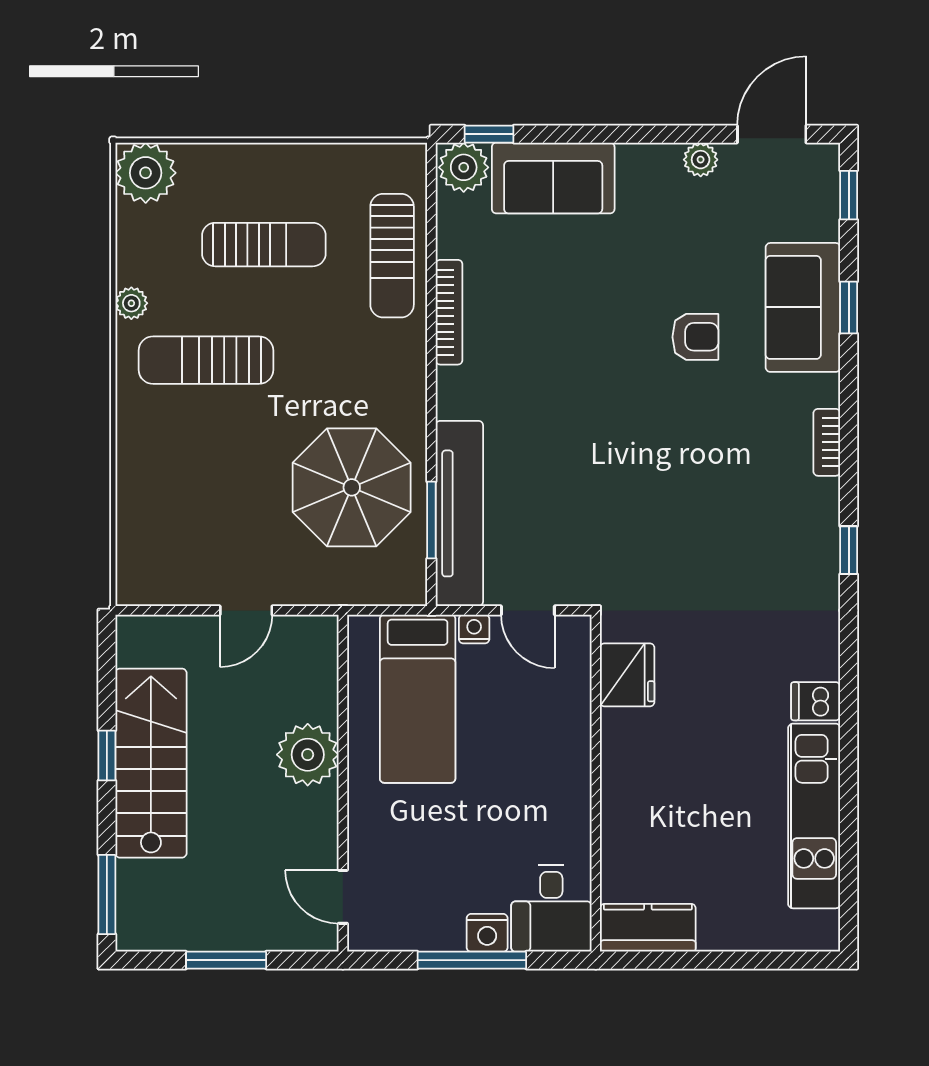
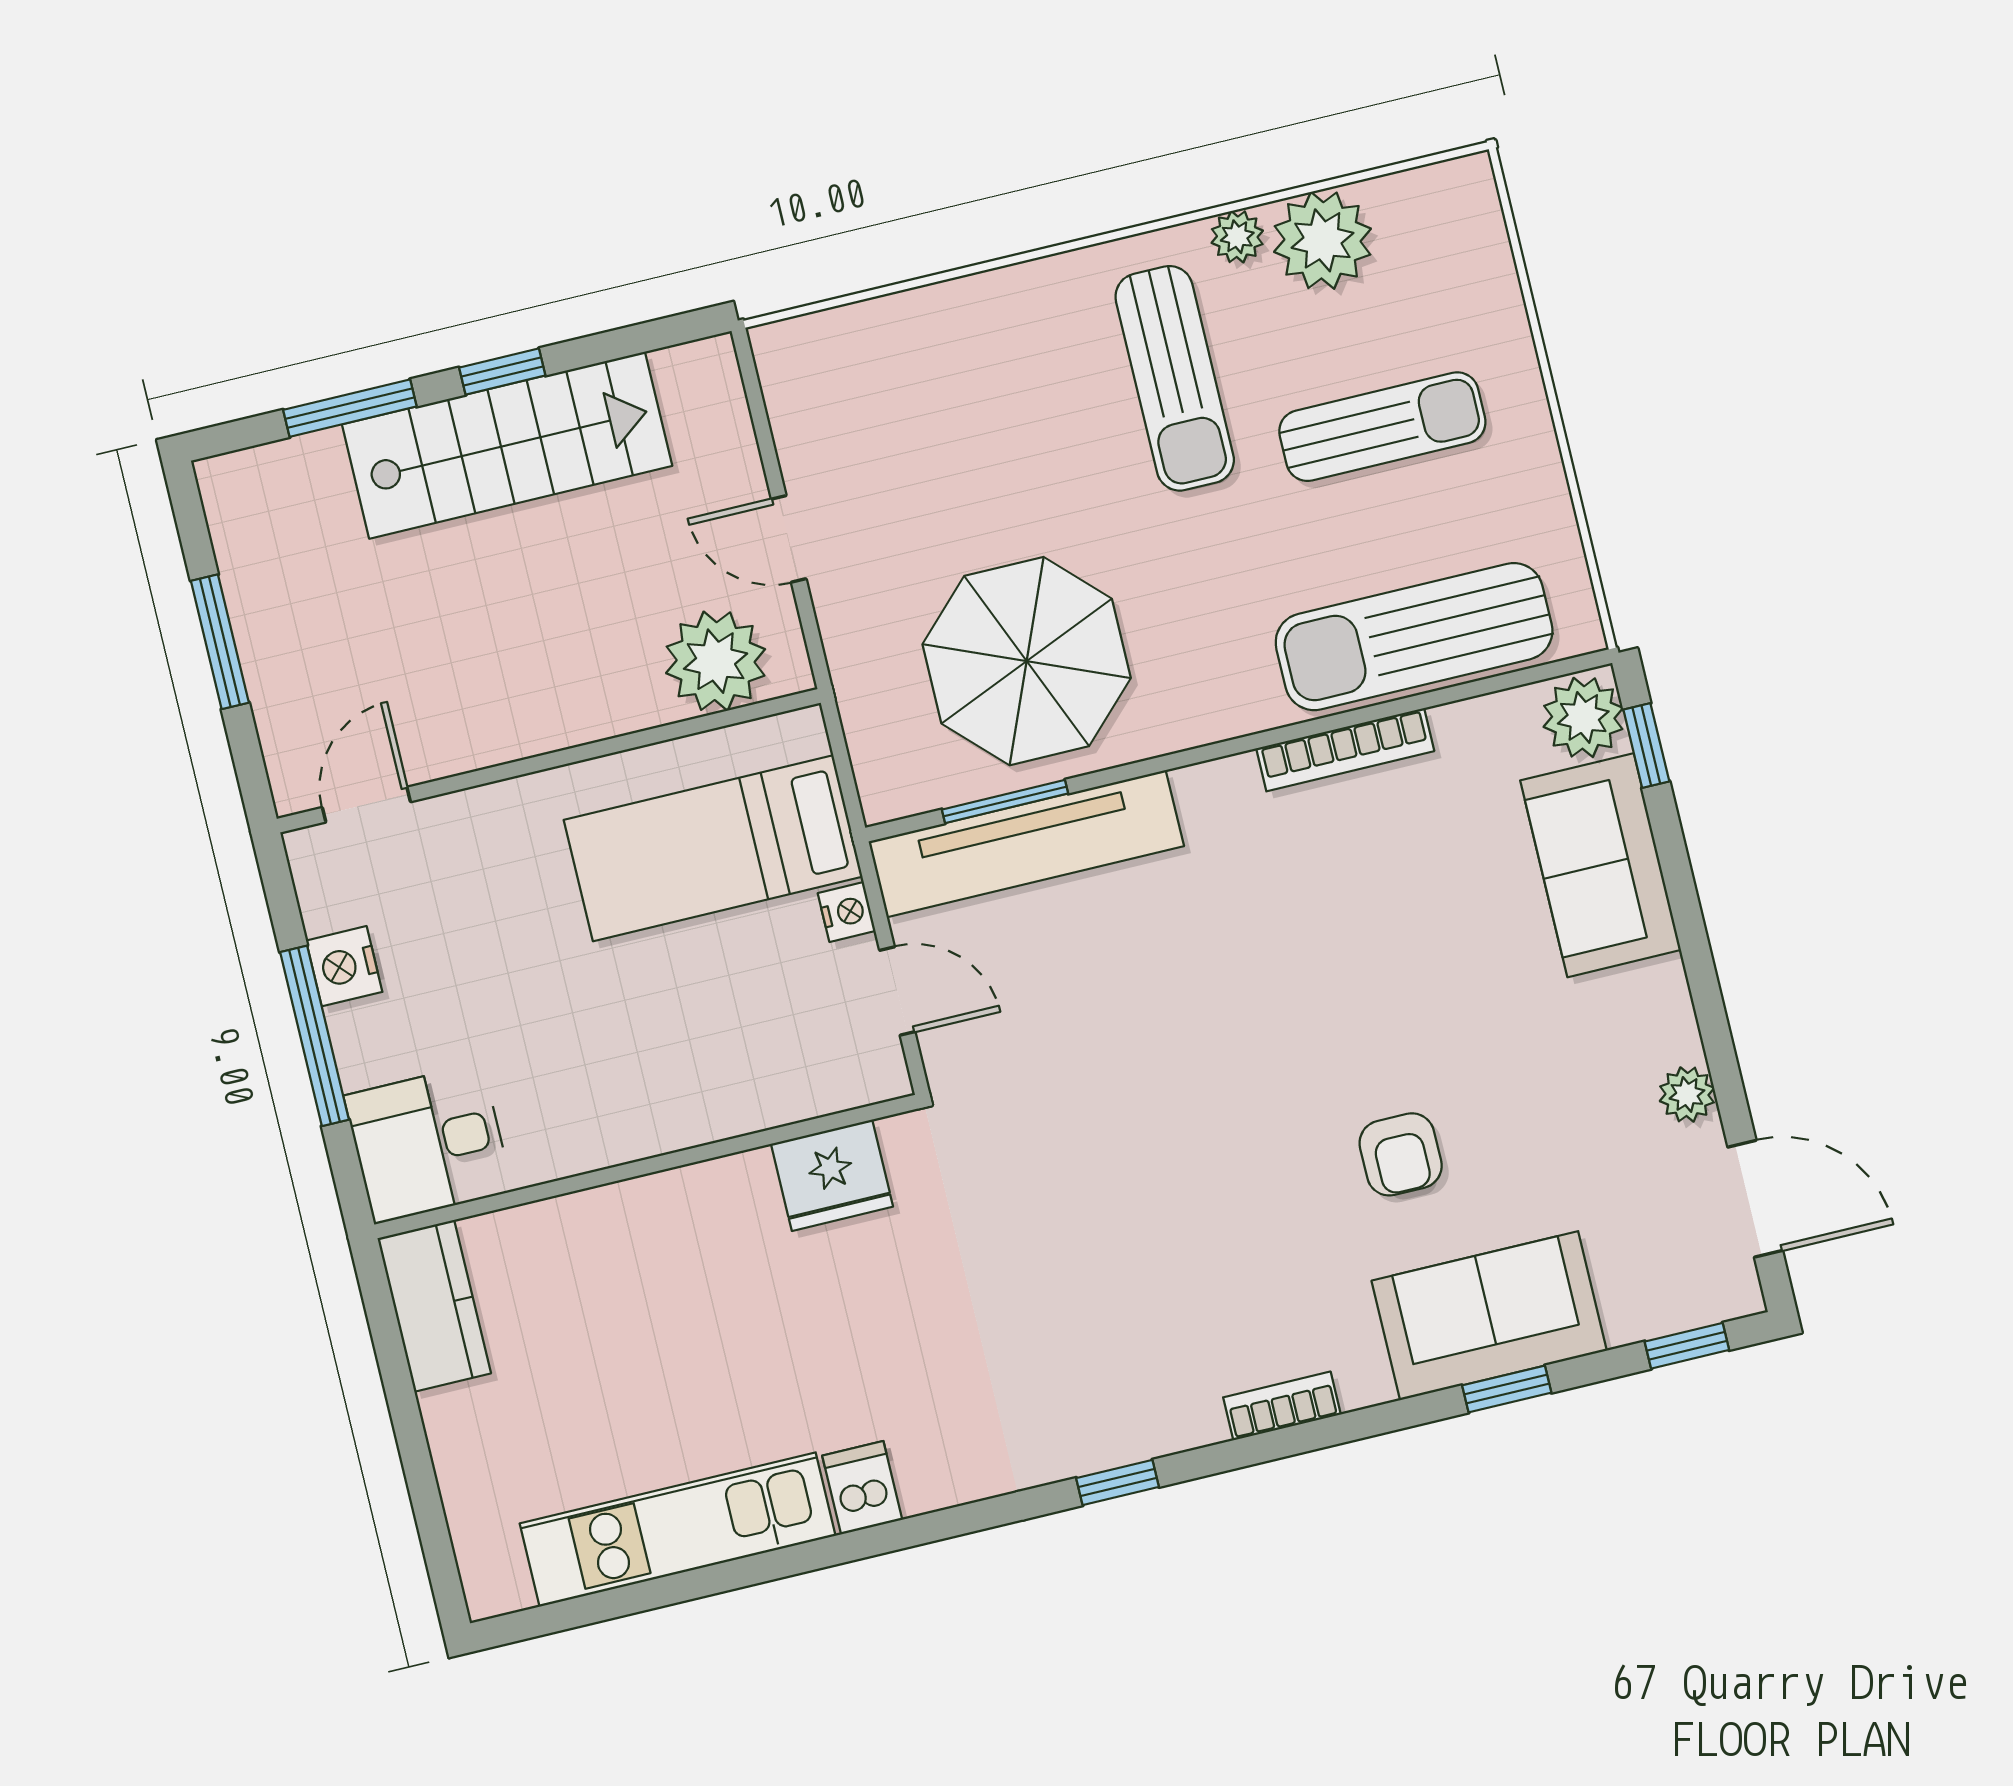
plant: (146, 173) -> (1322, 240), moved
sun lounger: (264, 245) -> (1382, 427), turned -90
sun lounger: (392, 256) -> (1414, 637), width x1.36, depth x1.34
sun lounger: (206, 360) -> (1175, 378), turned 180
door: (528, 610) -> (897, 991), swing flipped
plant: (308, 755) -> (716, 661), moved
window: (107, 895) -> (350, 408), moved
nightstand: (487, 933) -> (344, 966), moved

